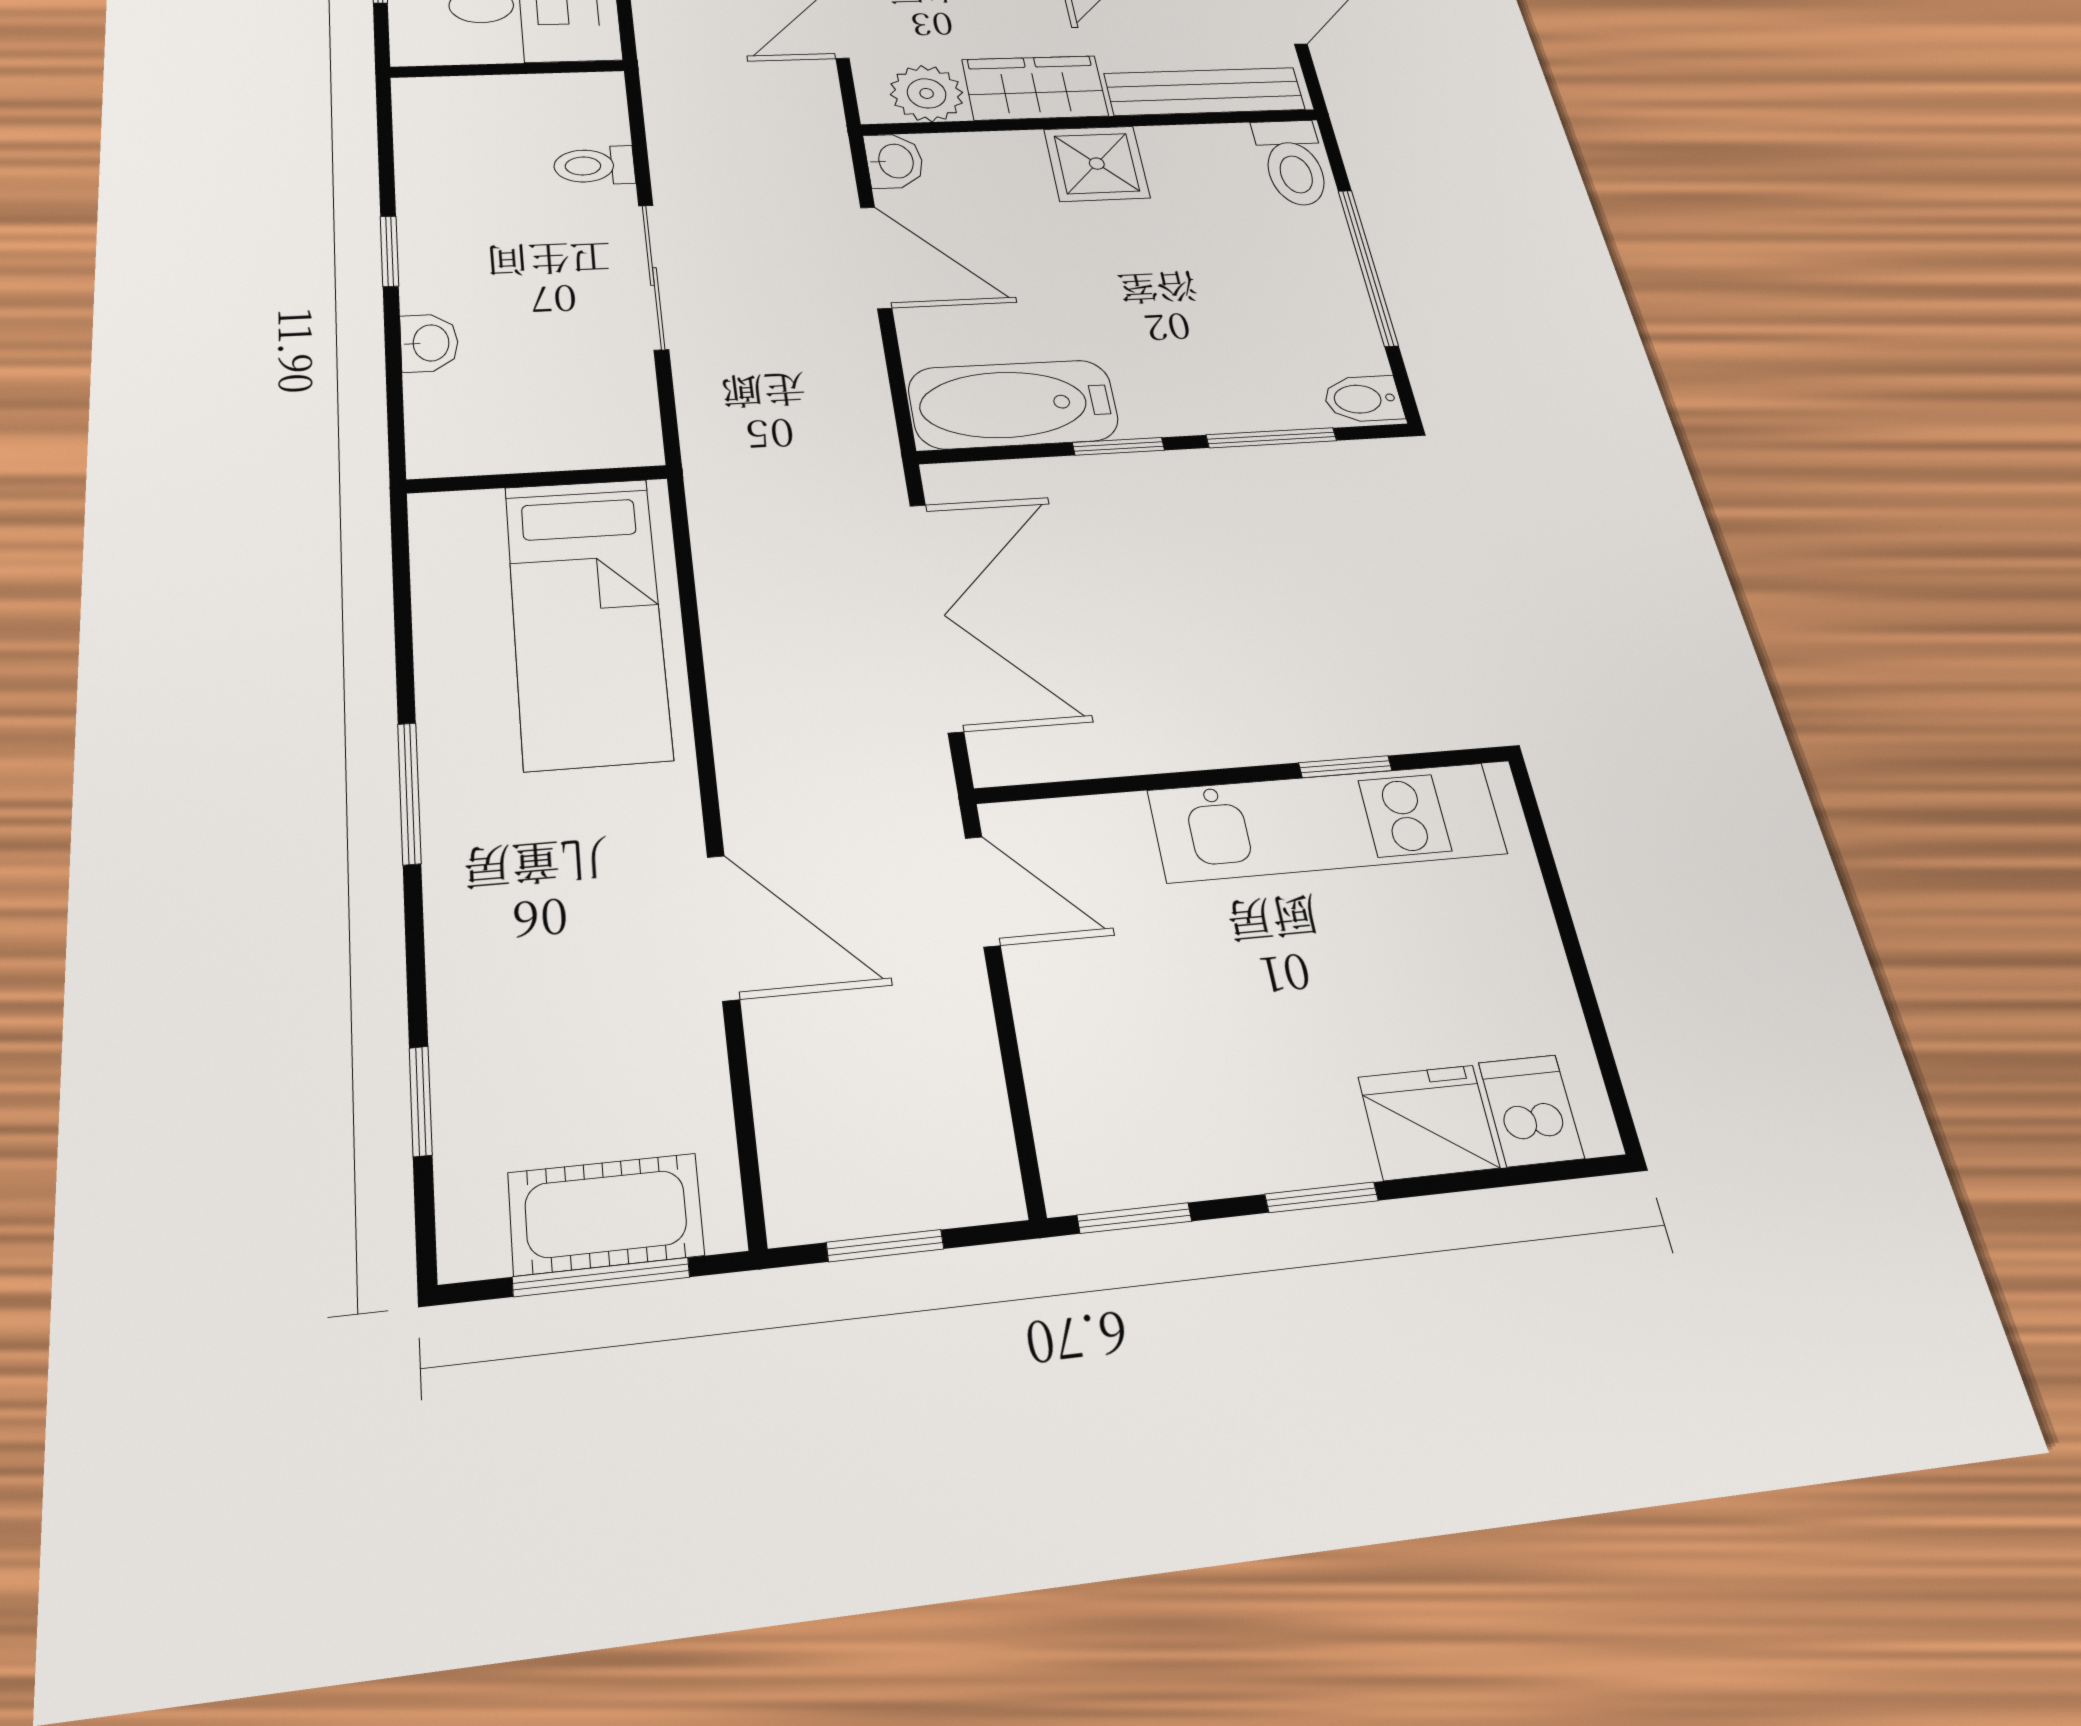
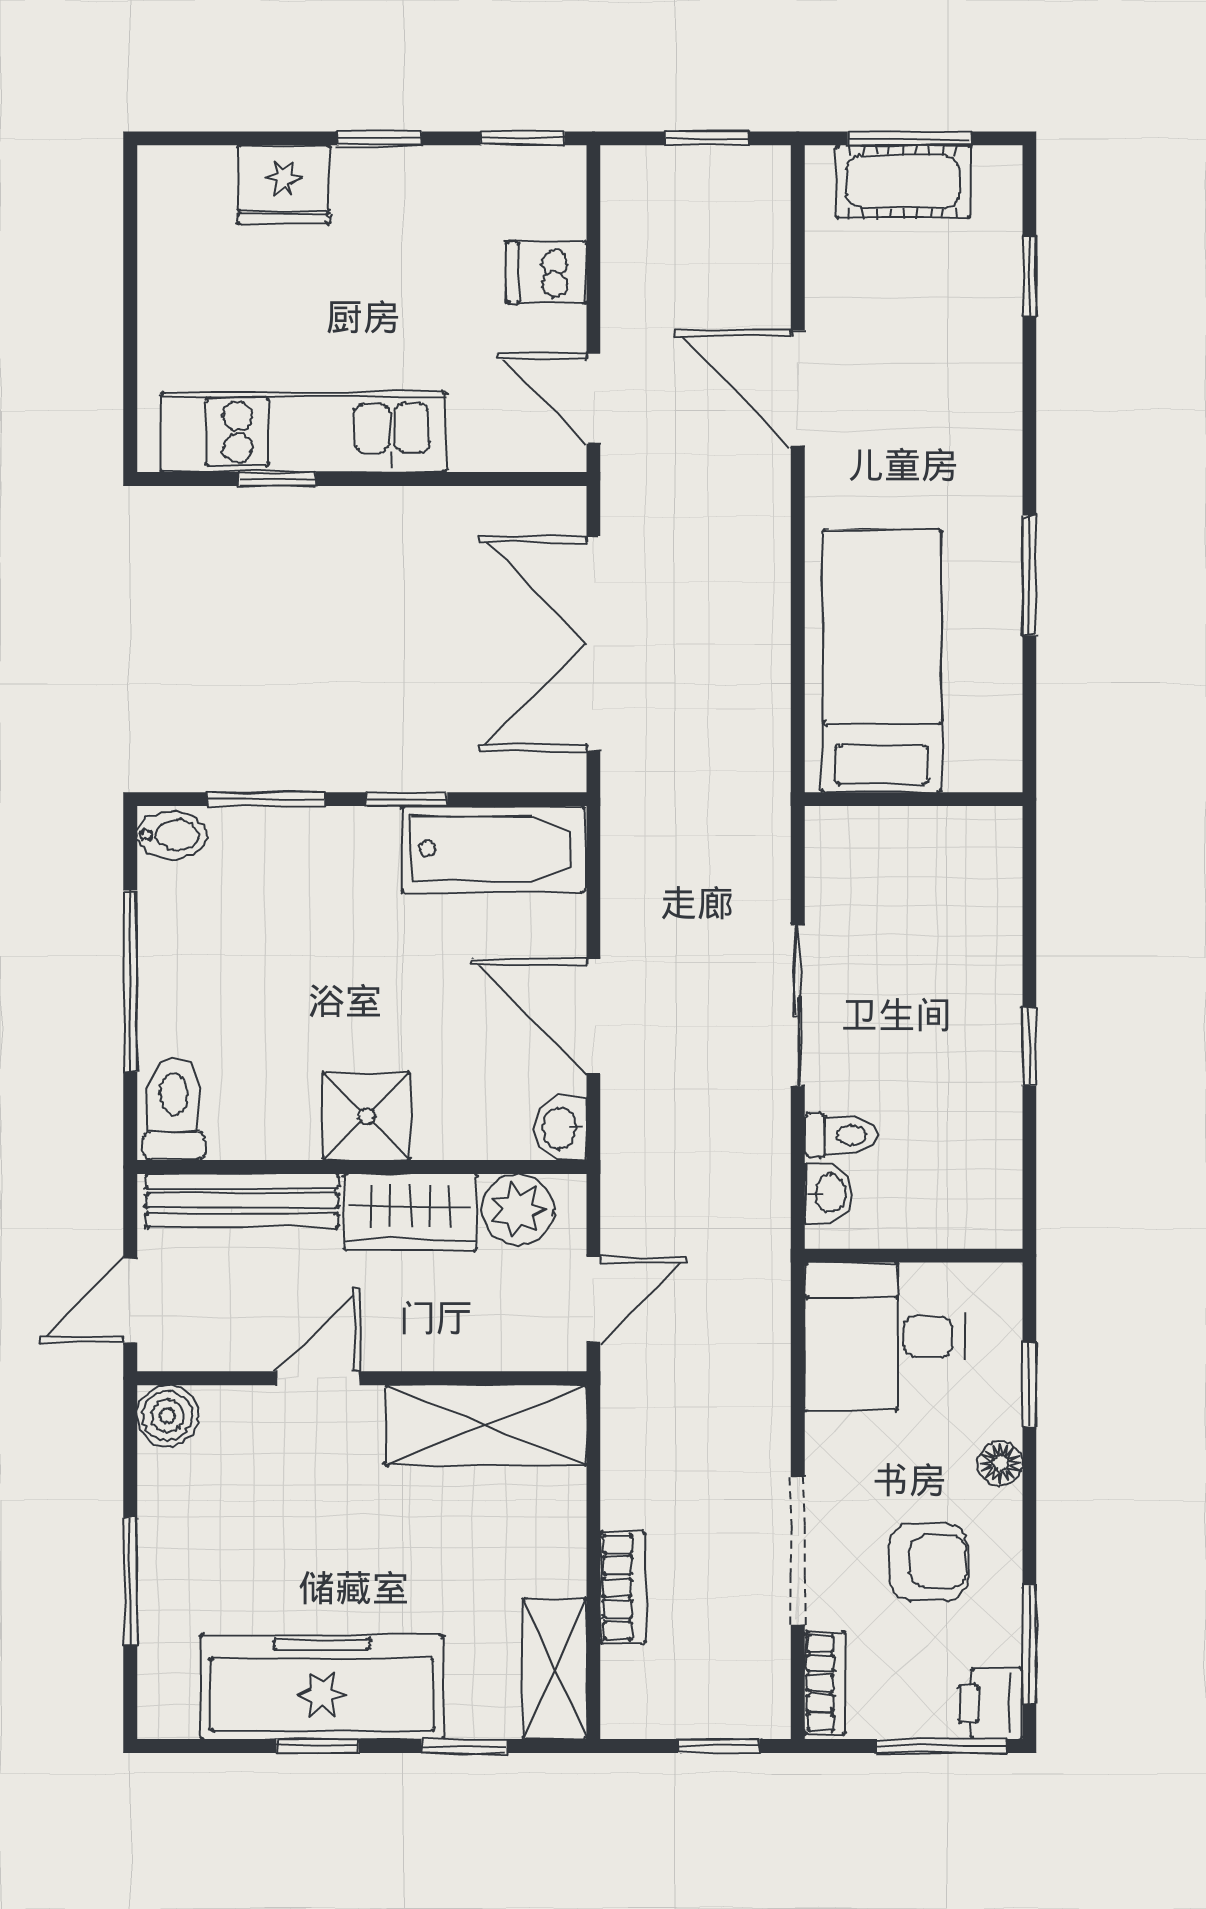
washbasin: (429, 343) -> (829, 1193), moved, turned 180
window: (409, 793) -> (1029, 575), moved
dishwasher: (1531, 1111) -> (546, 273), moved, turned 90

